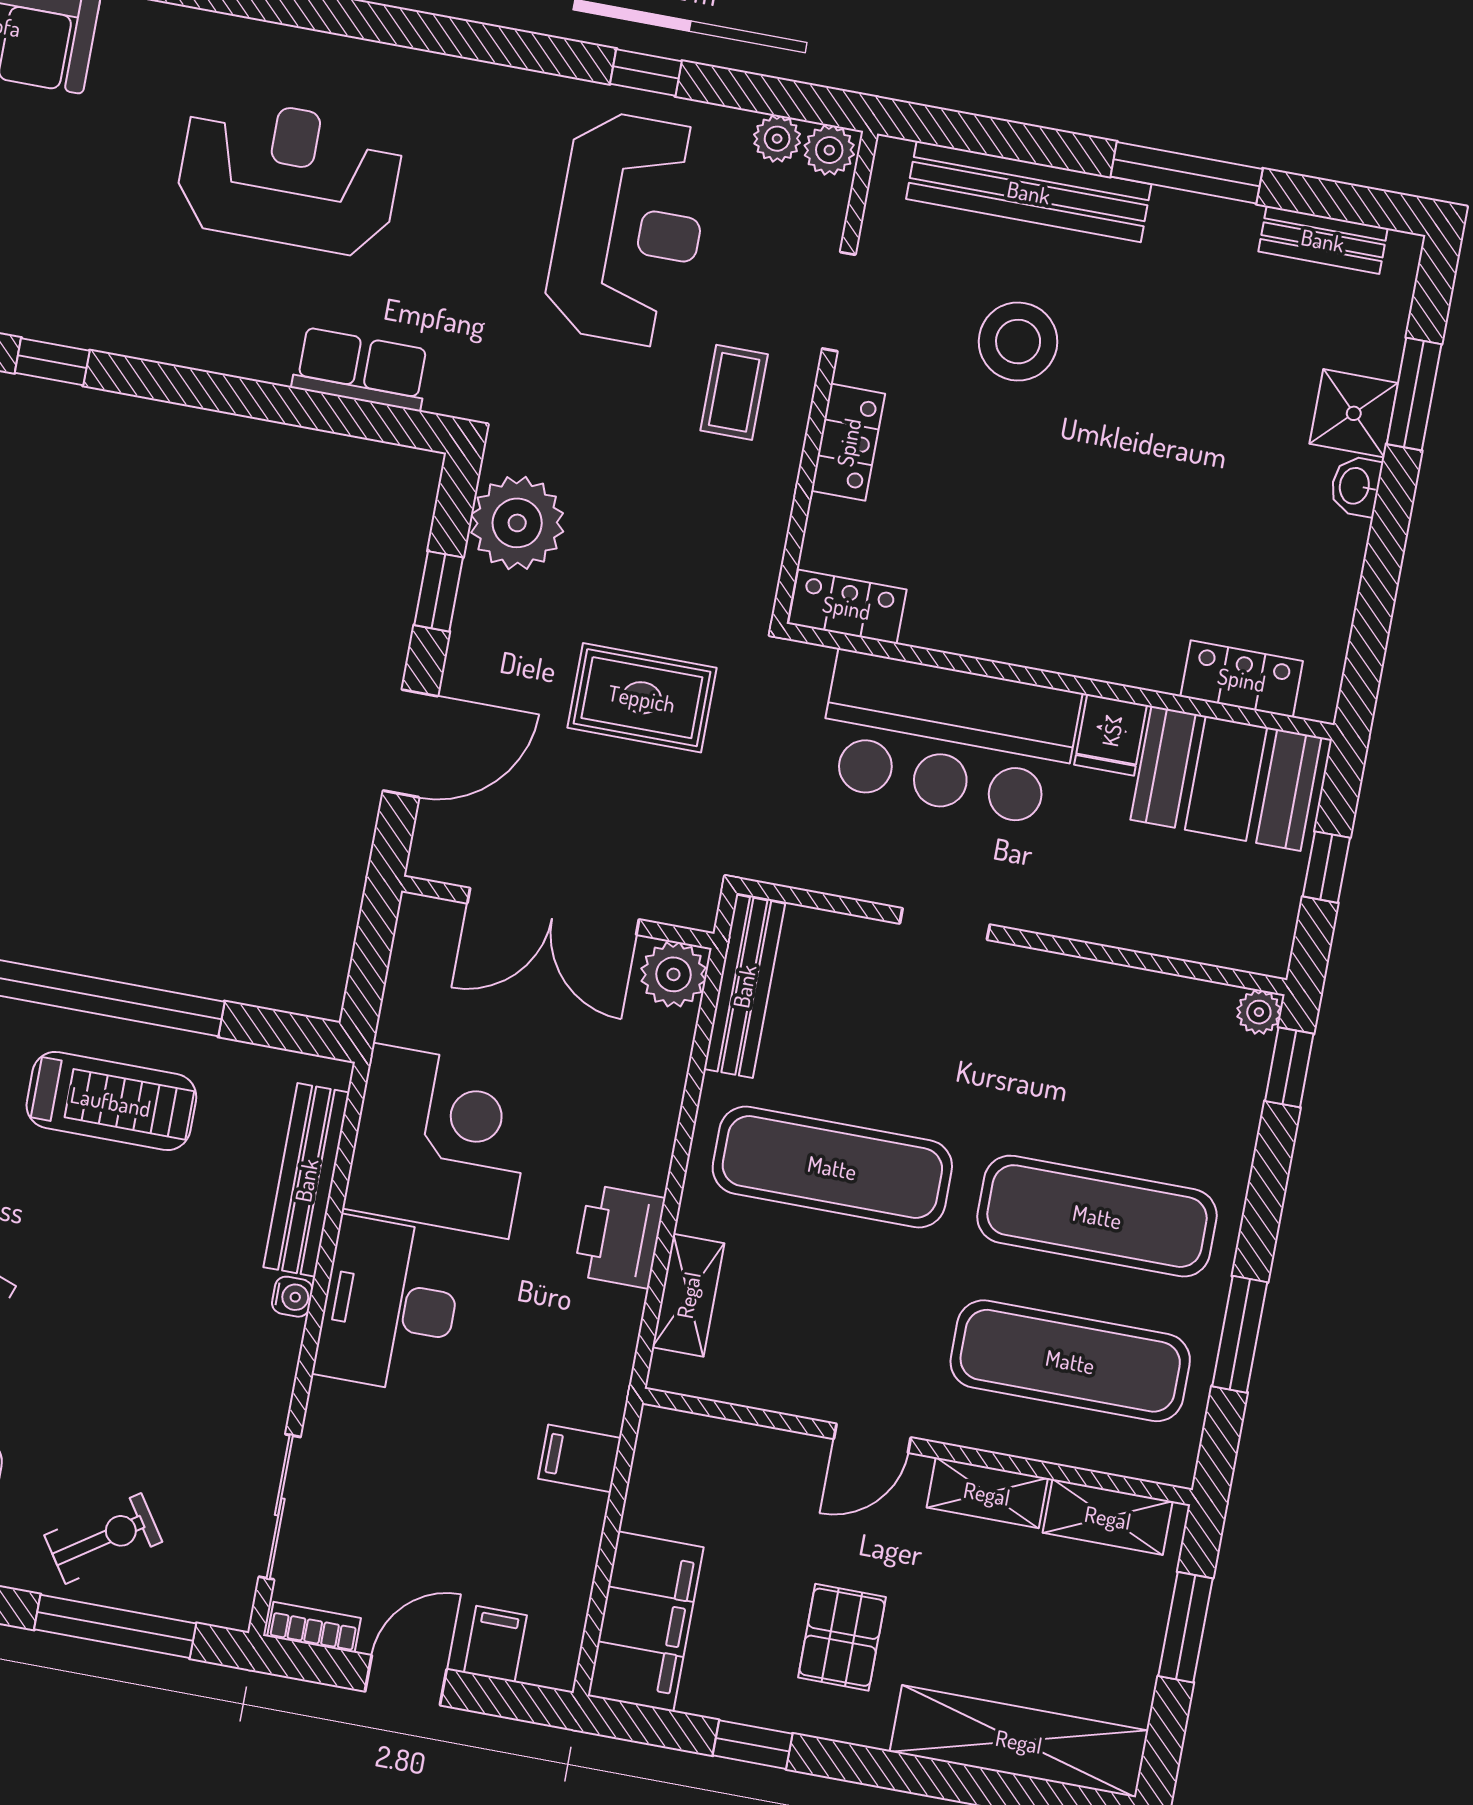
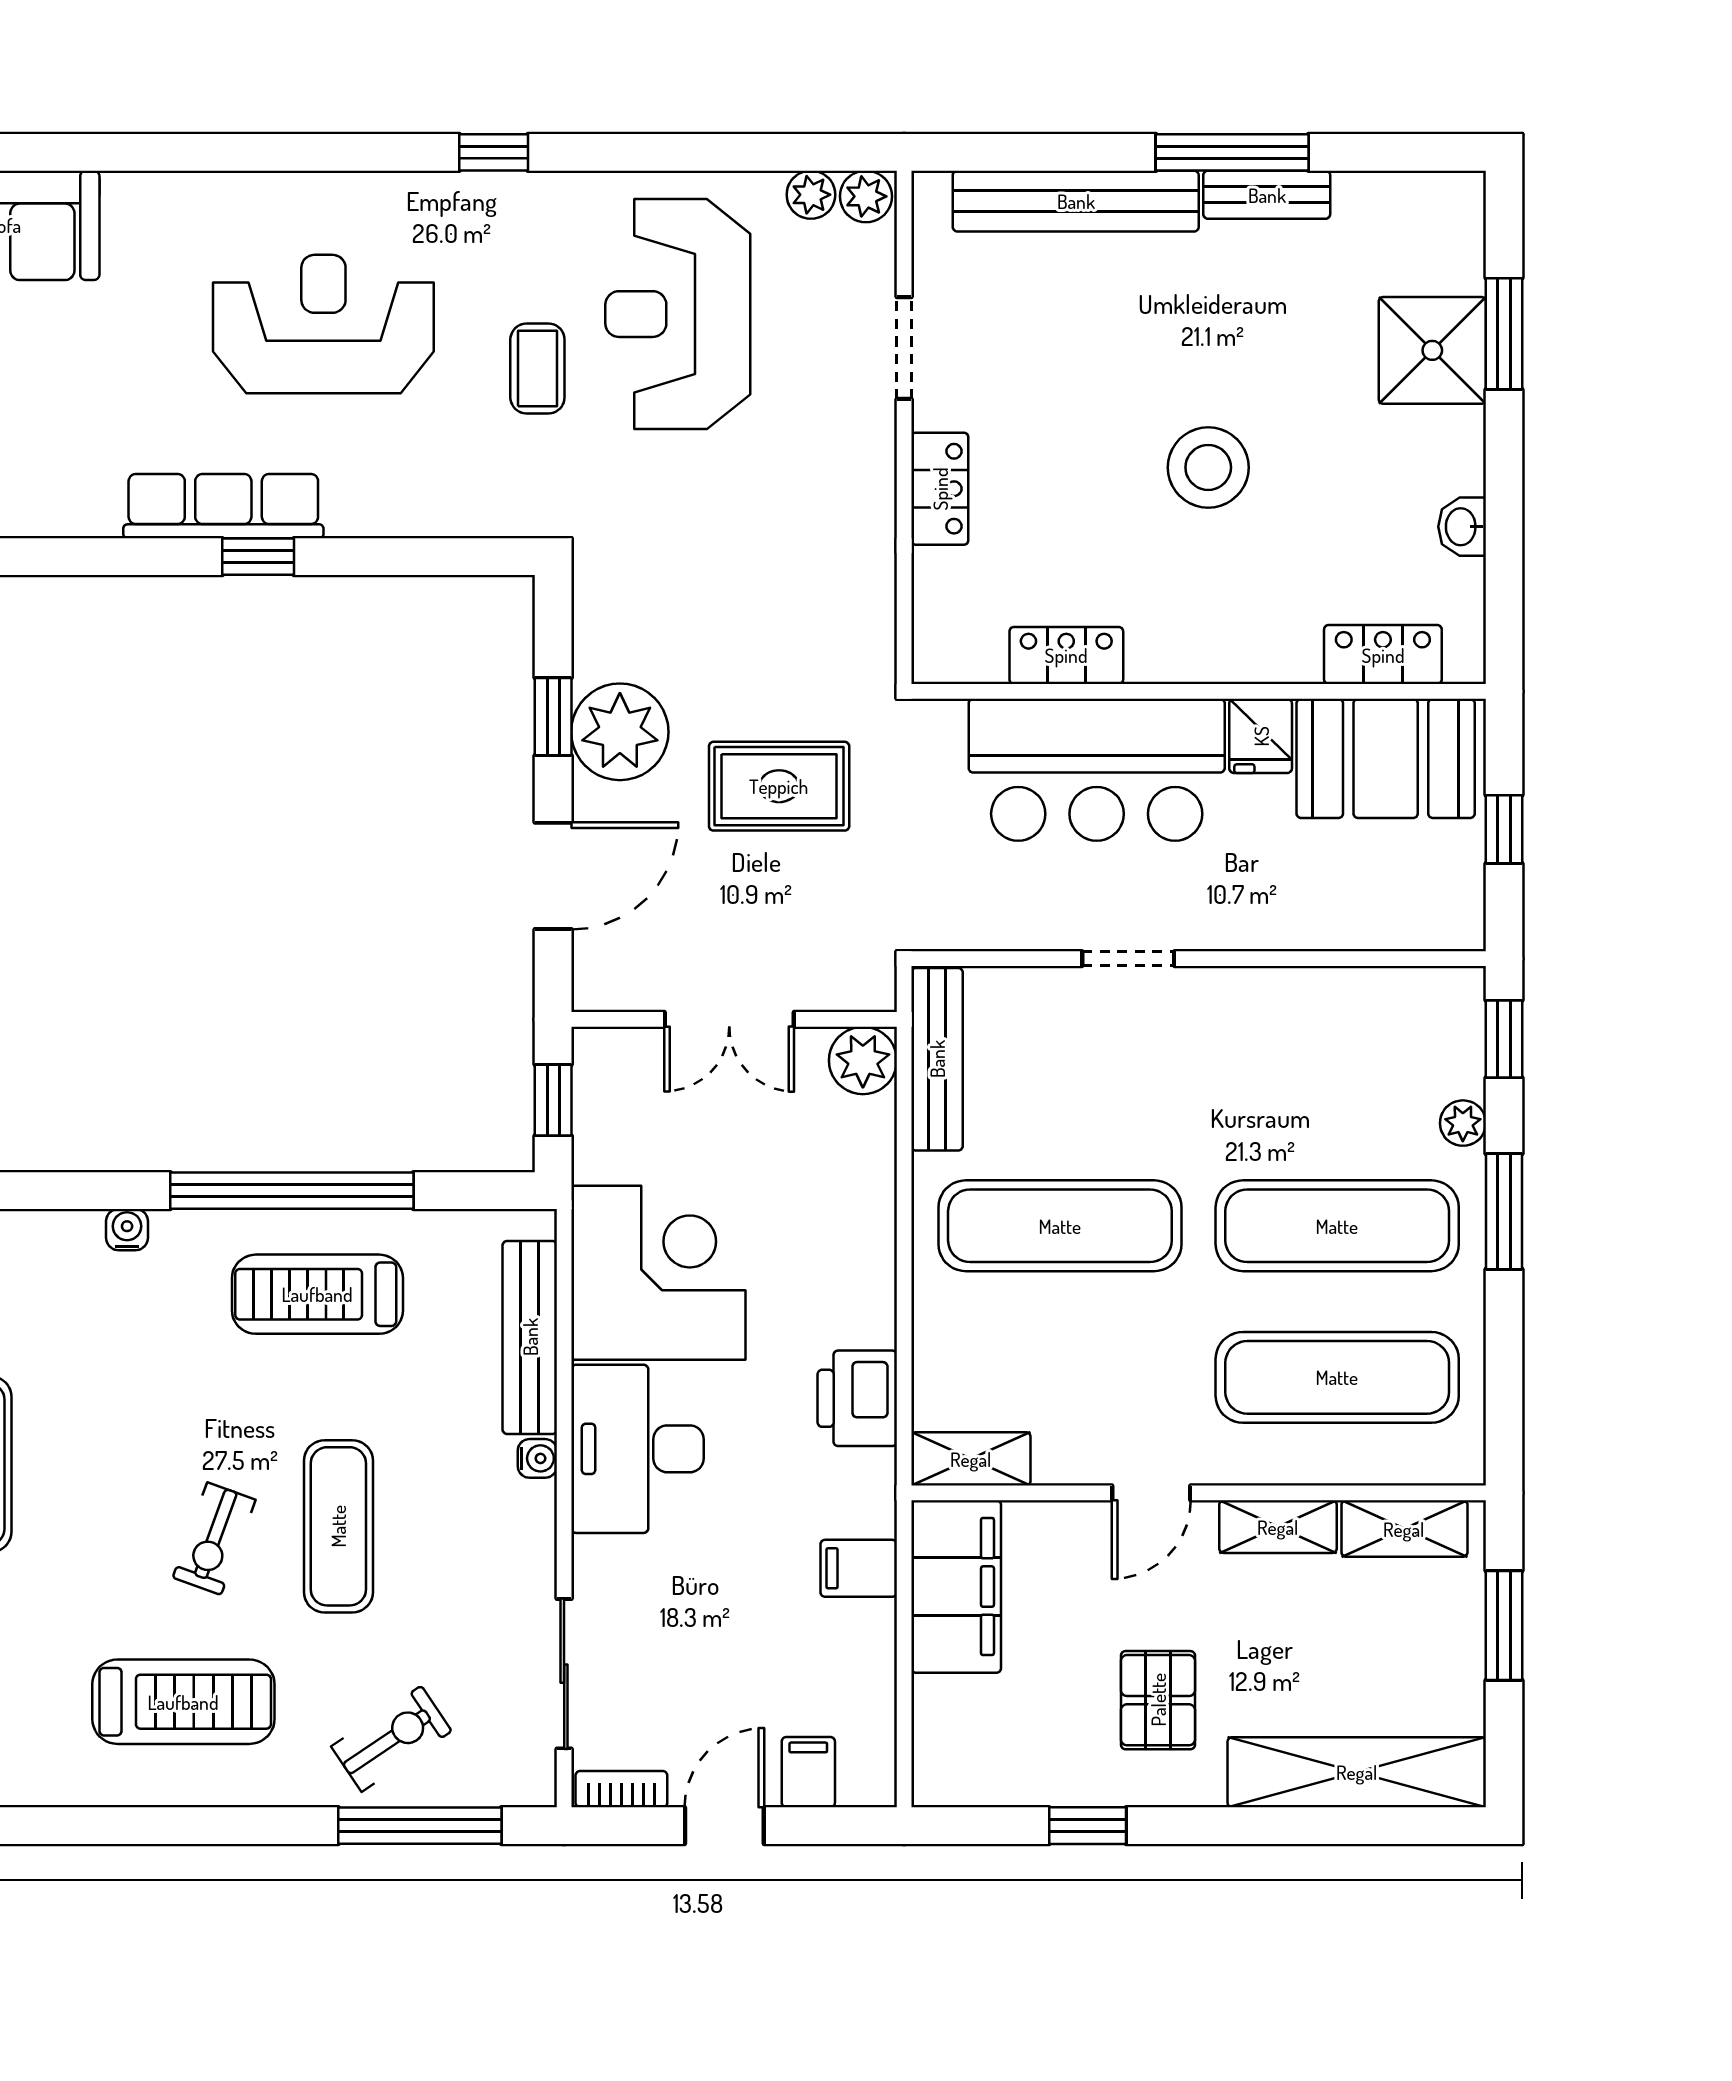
window: (646, 72) -> (494, 152), moved
reception desk: (629, 229) -> (678, 314), turned 180
bench: (1323, 240) -> (1267, 195), moved
stool: (1018, 342) -> (1208, 467), moved
window: (52, 362) -> (258, 557), moved
row of seats: (361, 369) -> (223, 506), moved, width x1.48
coffee table: (734, 392) -> (537, 368), moved
shower: (1354, 413) -> (1432, 350), width x1.36, depth x1.36
washbasin: (1356, 486) -> (1462, 527), moved
plant: (517, 523) -> (620, 732), moved
locker: (847, 607) -> (1066, 655), moved
double door: (553, 911) -> (729, 1019), width x0.73
window: (371, 957) -> (553, 1100), added
plant: (1259, 1012) -> (1463, 1123), moved
treadmill: (111, 1101) -> (317, 1294), turned 180
printer: (619, 1236) -> (857, 1398), moved
shelving: (688, 1295) -> (971, 1459), moved, turned 90
exercise mat: (90, 1326) -> (338, 1526), added
window: (1240, 1334) -> (1504, 1212), moved
filing cabinet: (646, 1622) -> (956, 1587), moved

